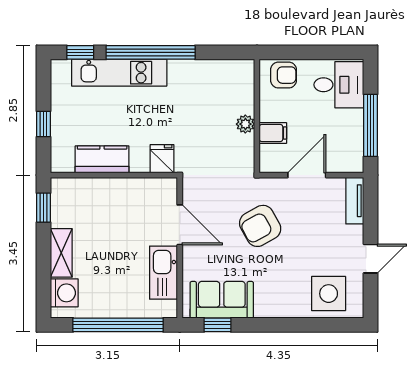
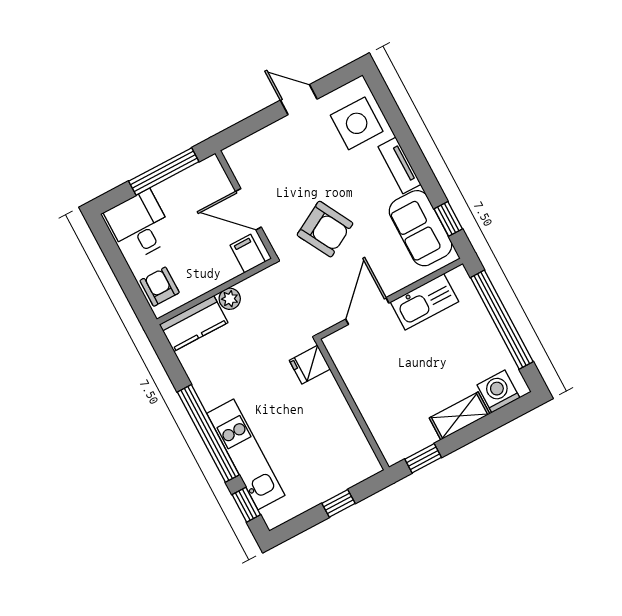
filing cabinet: (273, 133) -> (248, 254), moved
kitchen counter: (102, 159) -> (194, 323), moved, turned -90
tv unit: (355, 201) -> (399, 165), moved, turned 90

